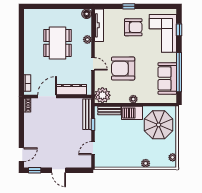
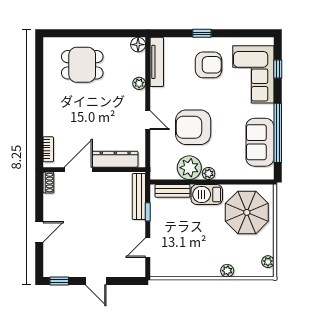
dining table: (57, 43) -> (82, 65), moved, width x0.73
plant: (102, 95) -> (189, 168), moved
door: (21, 155) -> (39, 232), moved

